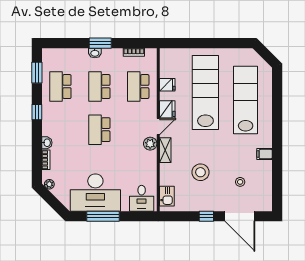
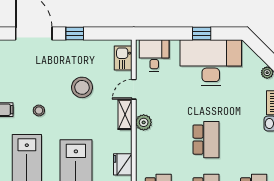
door: (158, 126) -> (134, 89), moved
stool: (240, 182) -> (39, 110), moved
window: (103, 216) -> (202, 33), width x0.46

